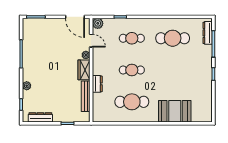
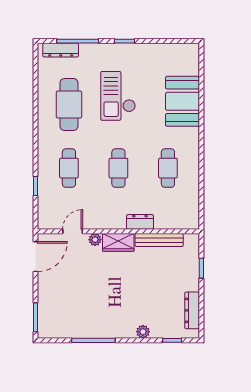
plant: (98, 23) -> (46, 221), removed
checkout: (178, 70) -> (118, 96), added
cafe table: (132, 102) -> (168, 168), width x0.73, depth x0.74

